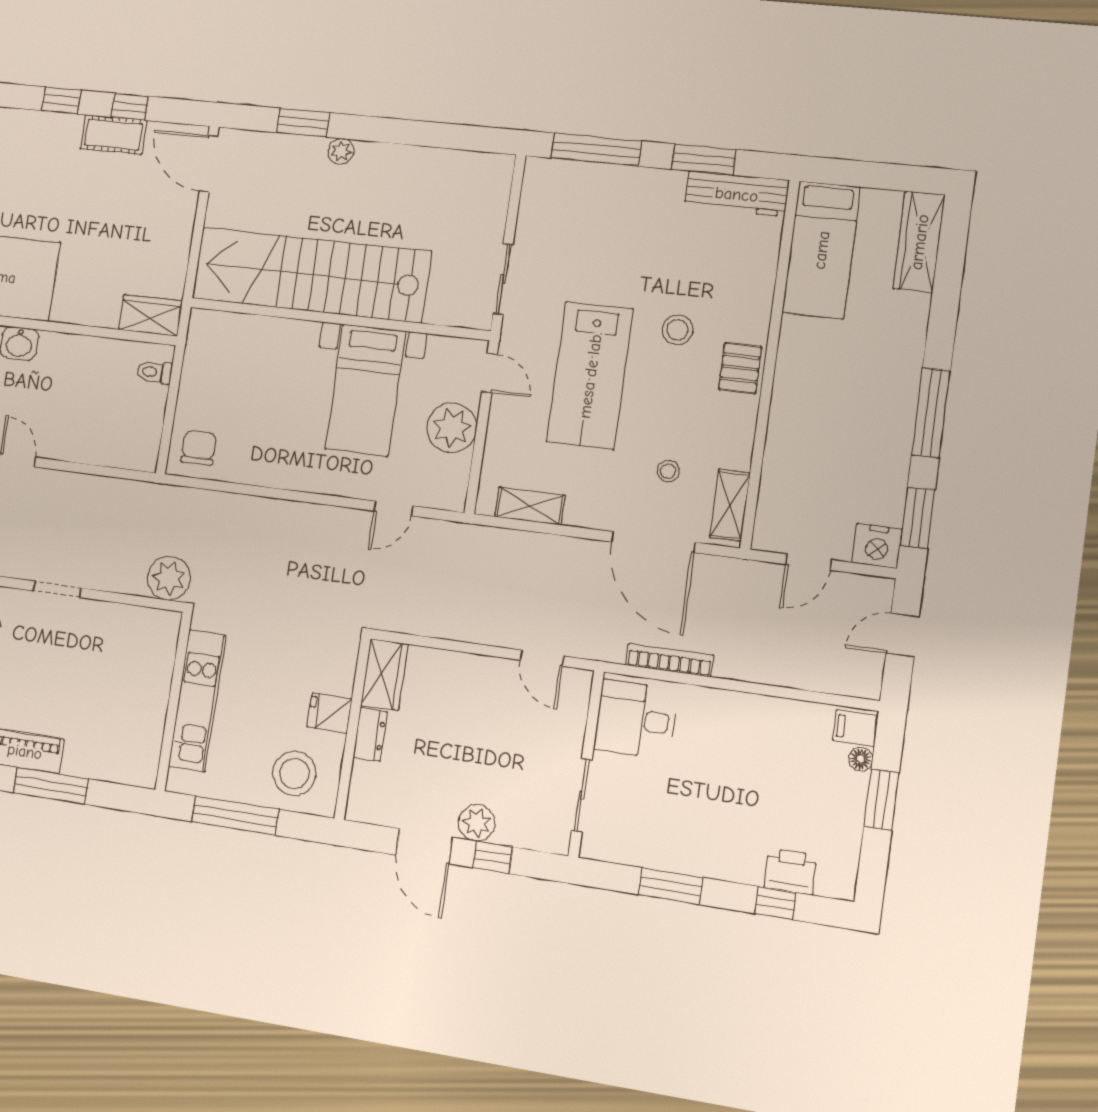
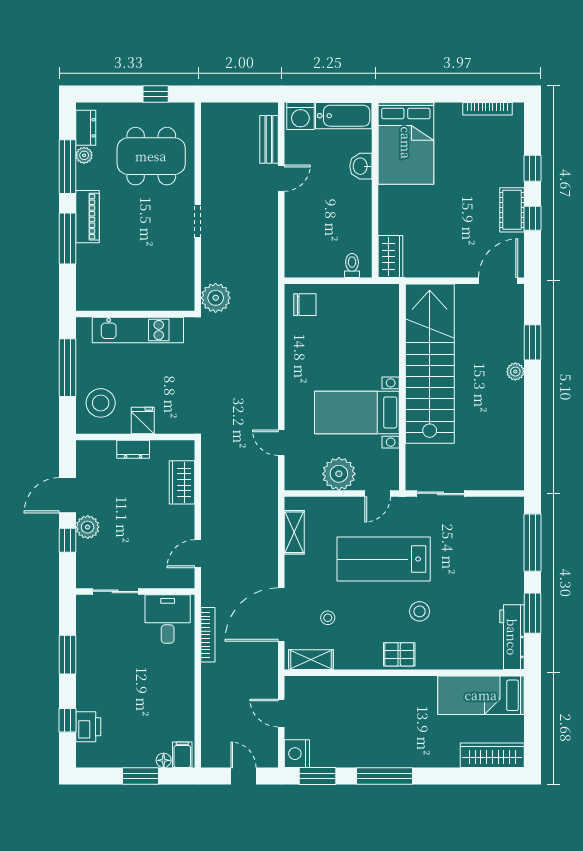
wardrobe: (384, 675) -> (182, 482), moved, turned 90

